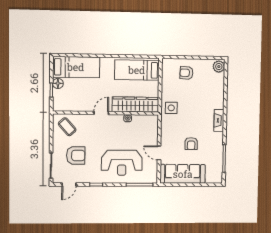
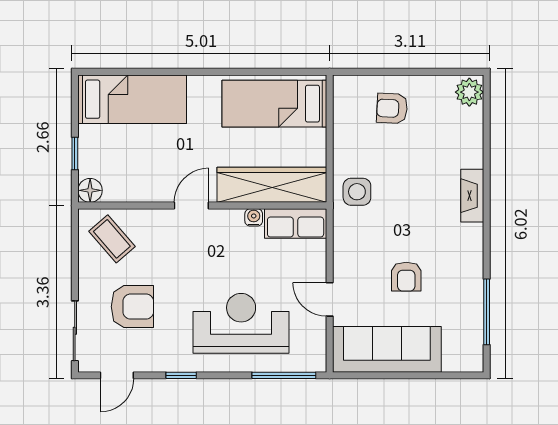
floor lamp: (58, 83) -> (90, 190), moved
fireplace: (219, 120) -> (472, 196), moved
row of seats: (145, 121) -> (296, 223), added
reception desk: (122, 163) -> (241, 323), turned 180

